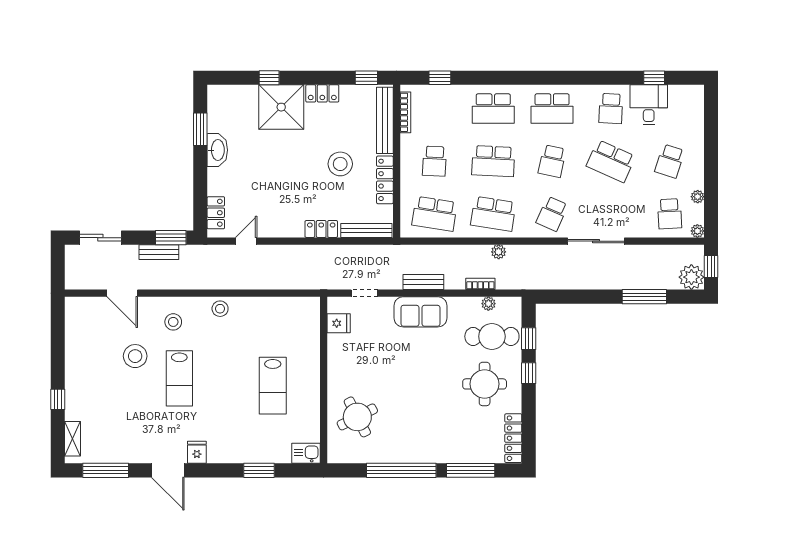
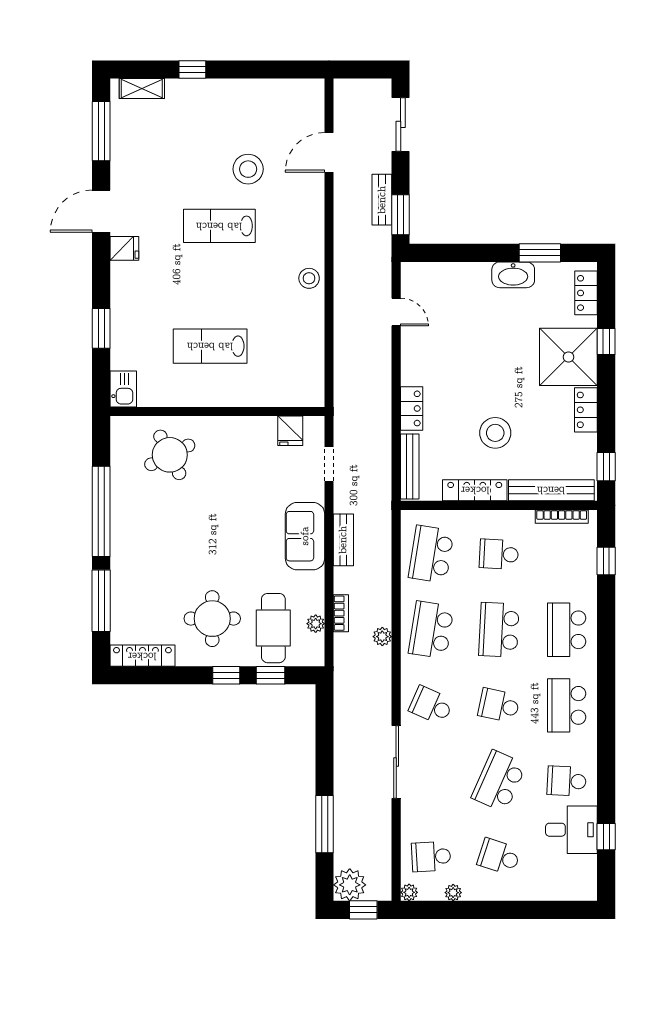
locker: (216, 213) -> (586, 293), moved, turned 90
stool: (173, 322) -> (292, 218), removed

